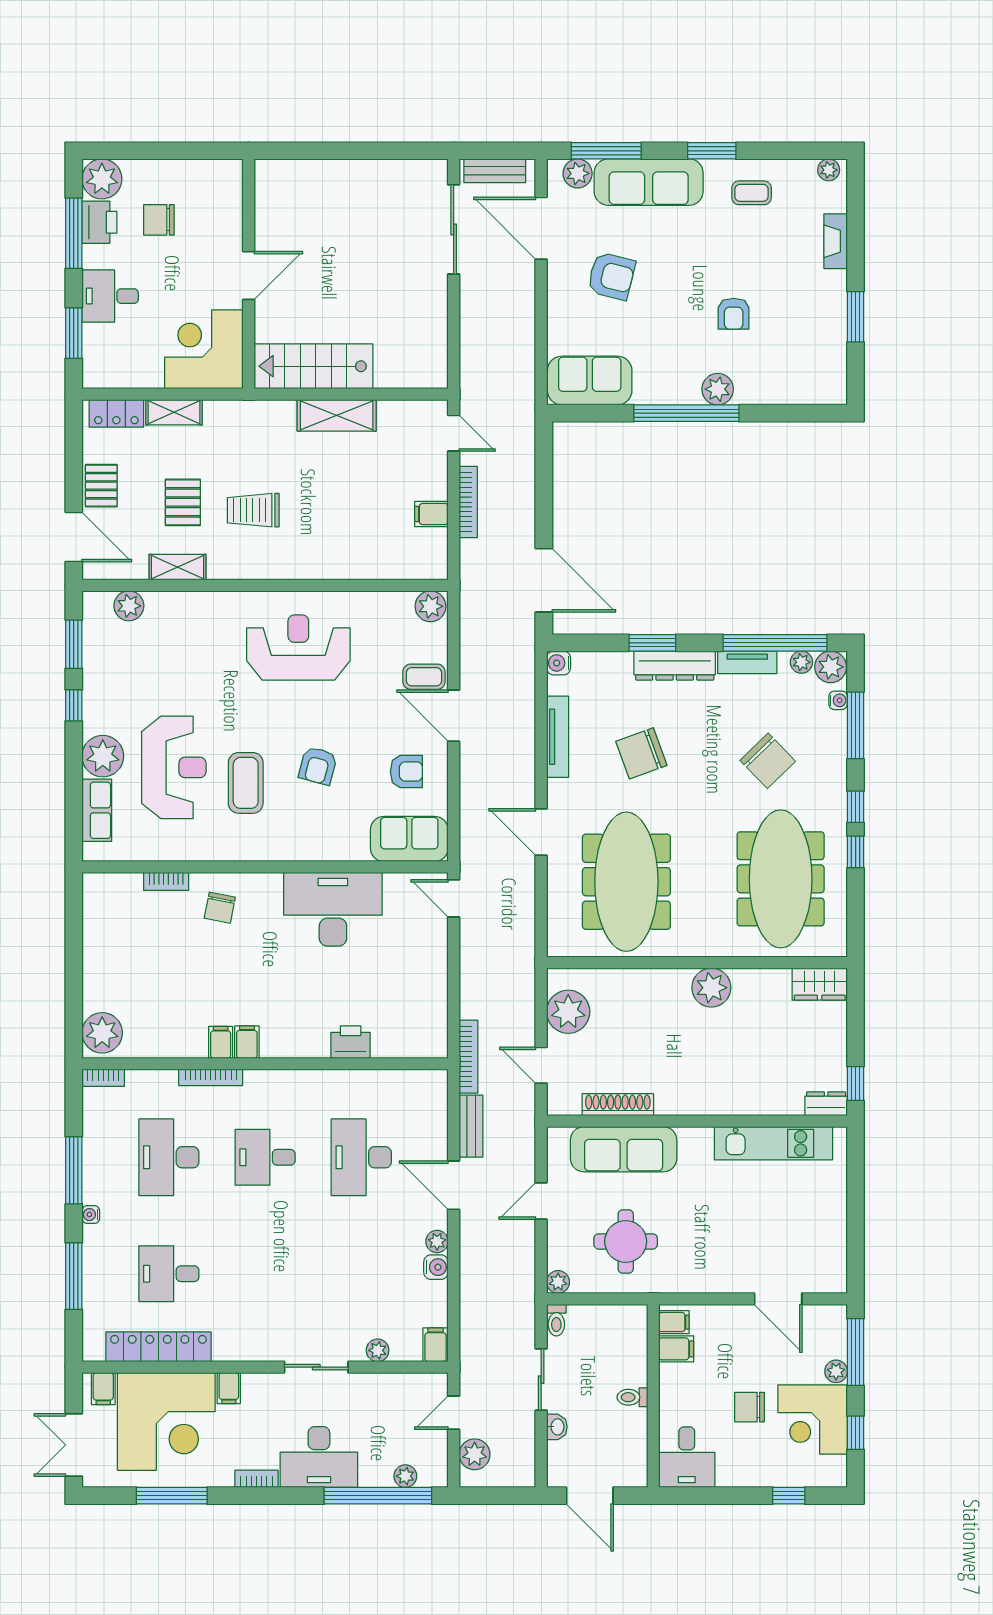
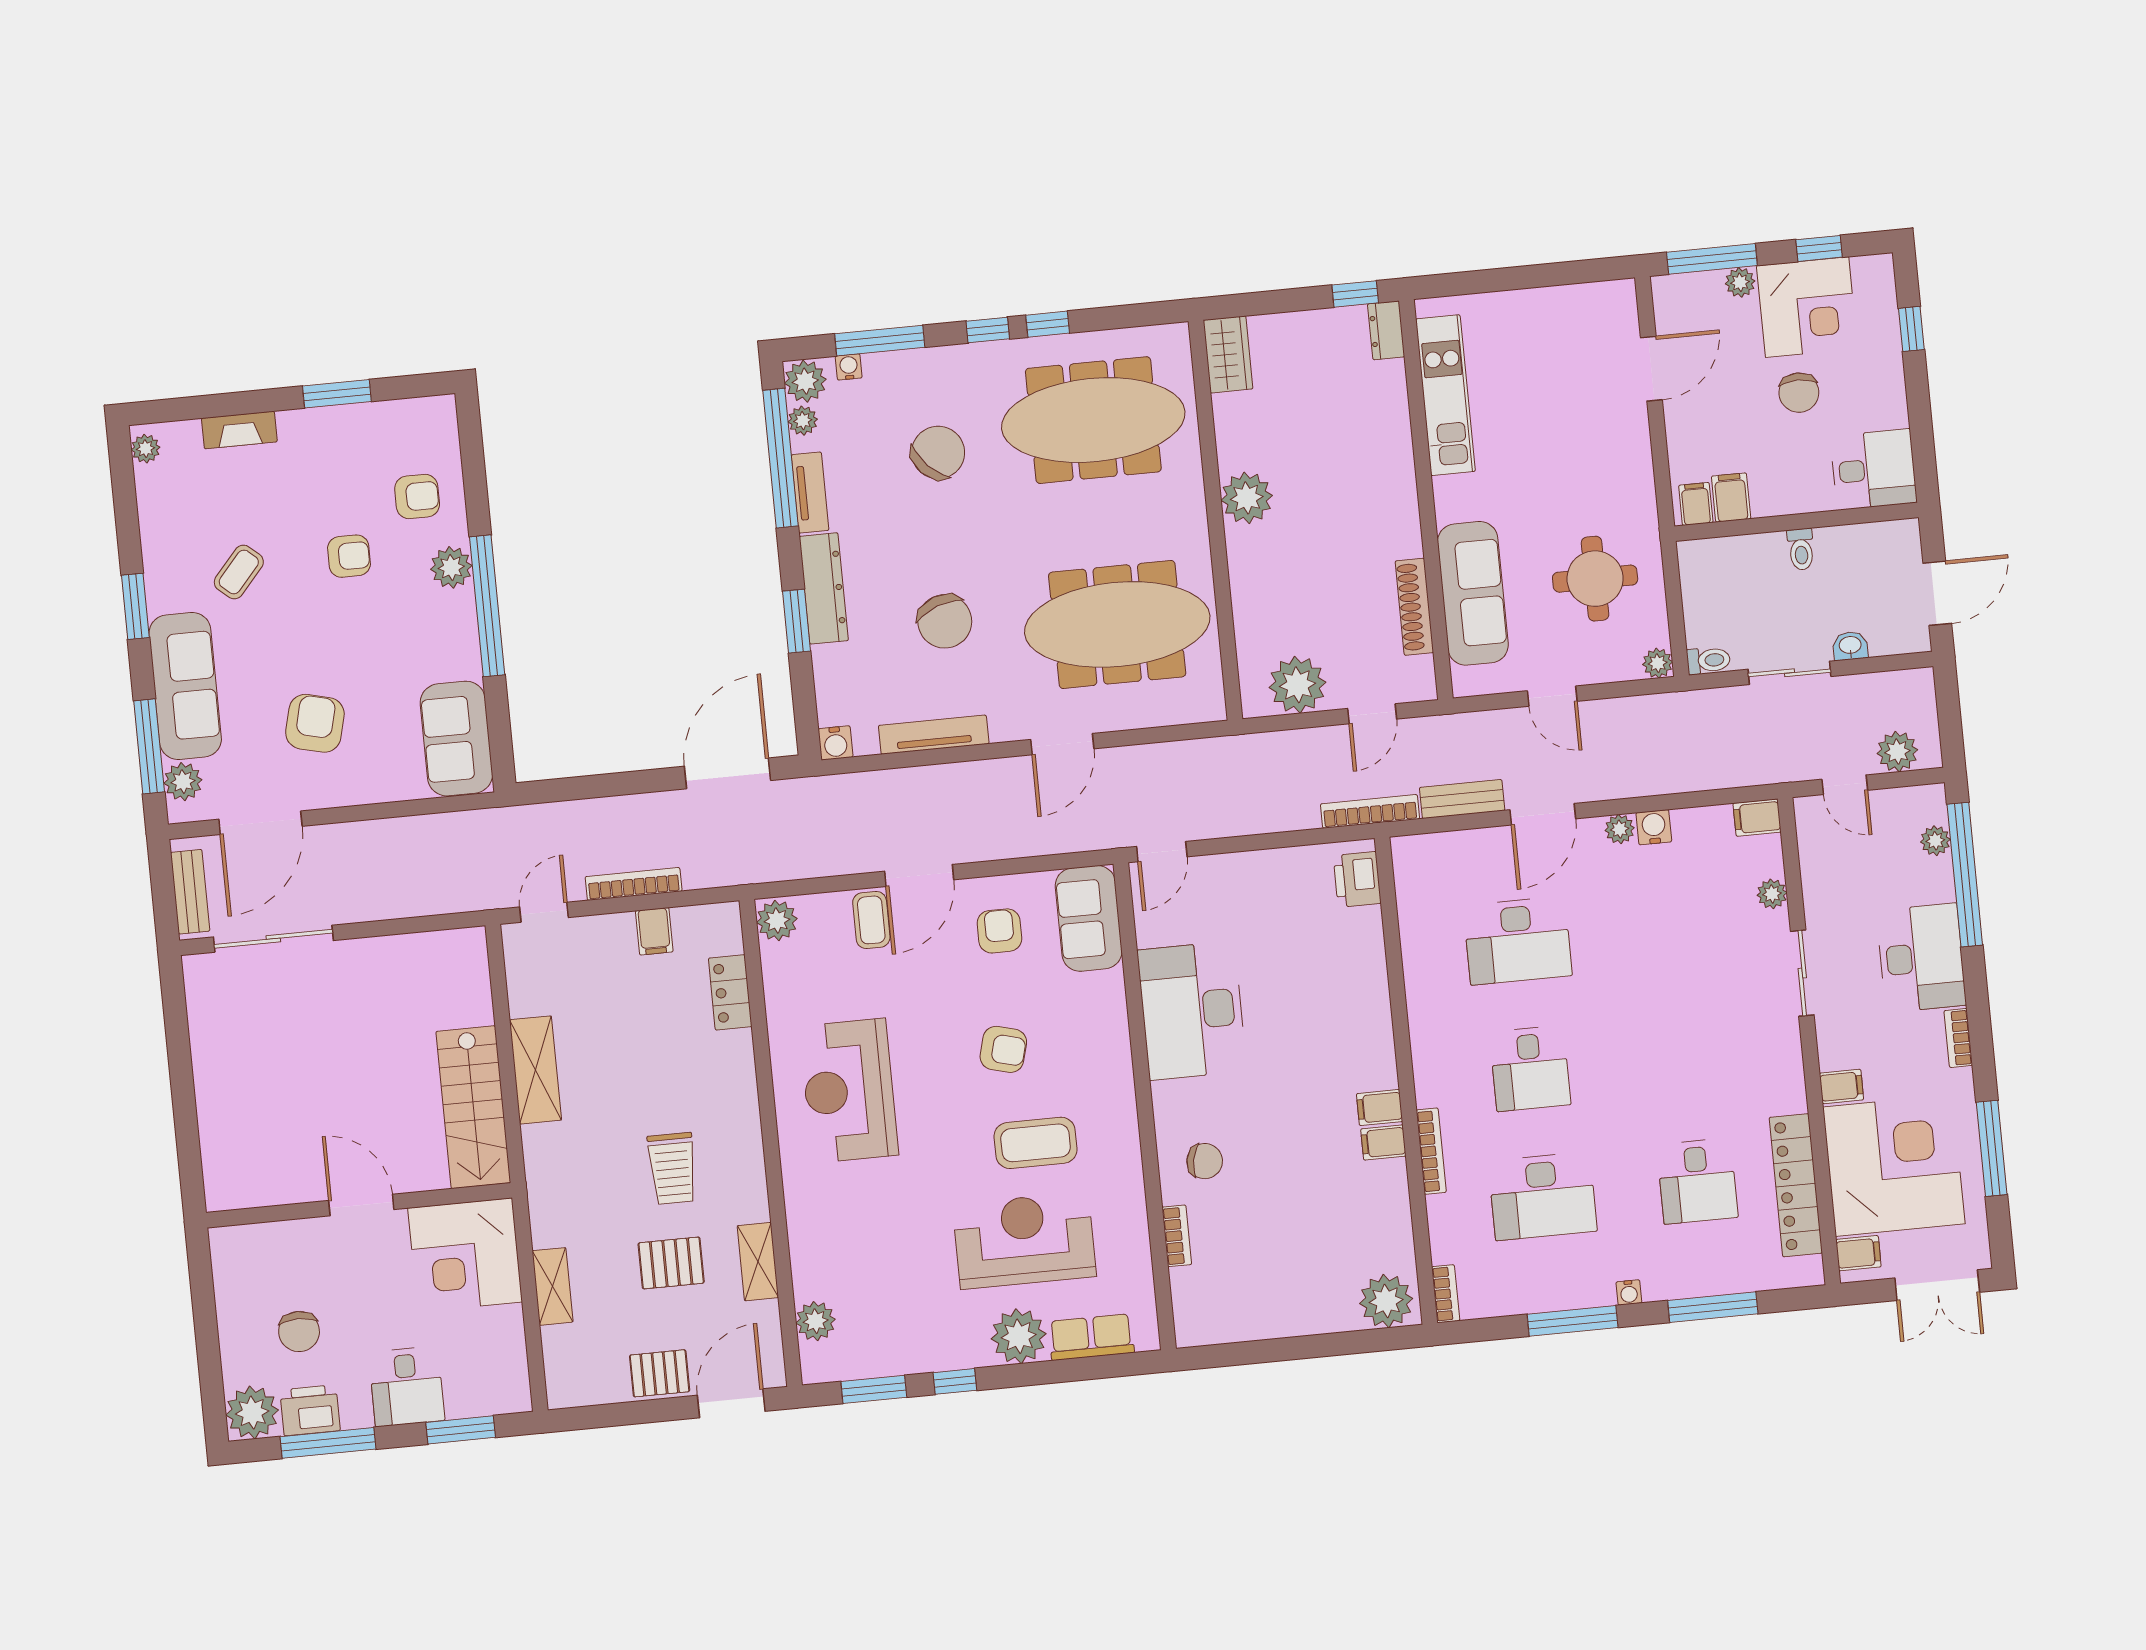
coffee table: (752, 193) -> (239, 572), moved, turned 41
armchair: (773, 369) -> (417, 496), added
locker: (116, 413) -> (730, 992), moved, turned 180
printer: (351, 1042) -> (1357, 879), moved

